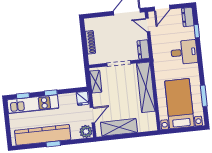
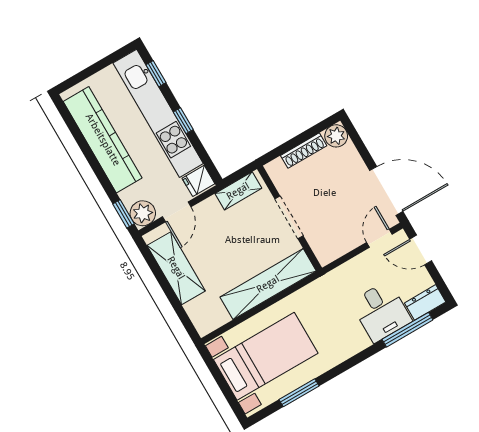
plant: (90, 24) -> (336, 136), added
window: (197, 31) -> (407, 330), width x2.17
dresser: (143, 50) -> (333, 250), removed
desk: (184, 52) -> (381, 312), moved
kitchen unit: (33, 104) -> (158, 113), width x1.36
door: (92, 115) -> (177, 212), hinge flipped
window: (53, 144) -> (124, 214), moved

